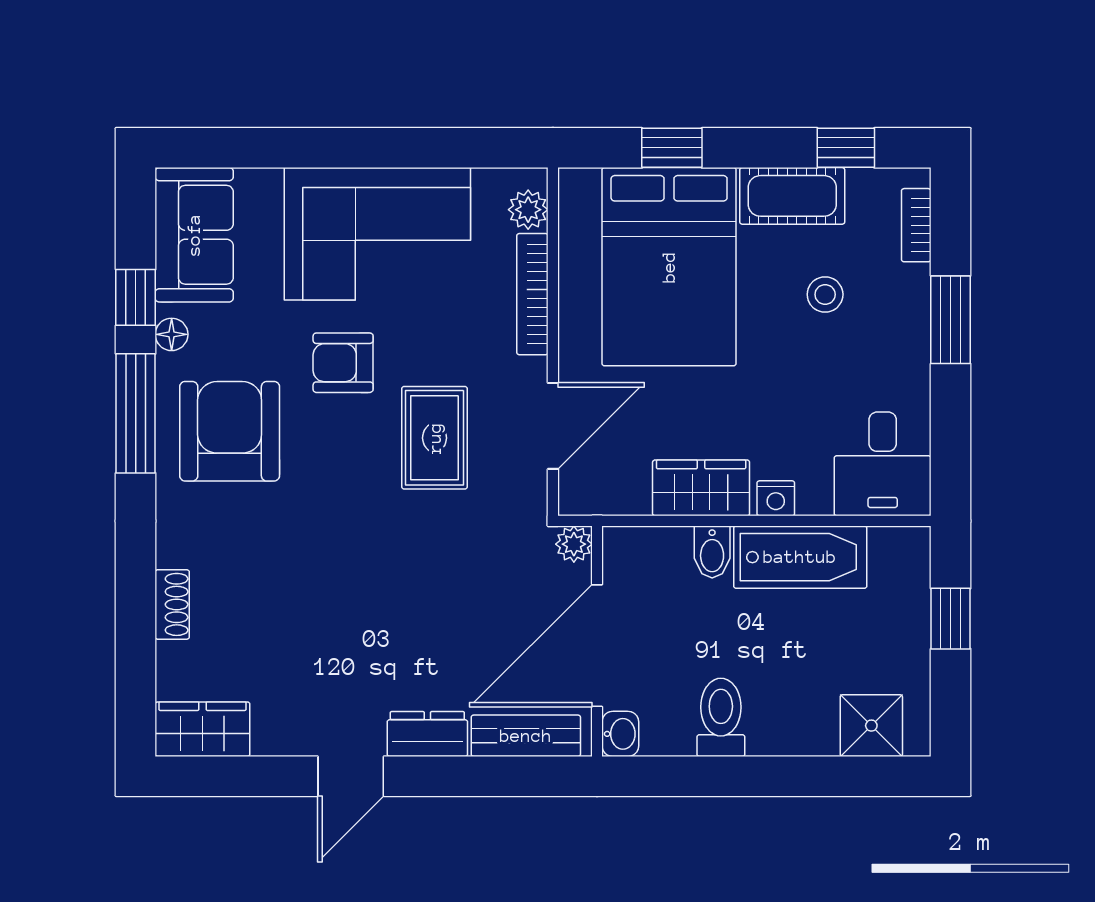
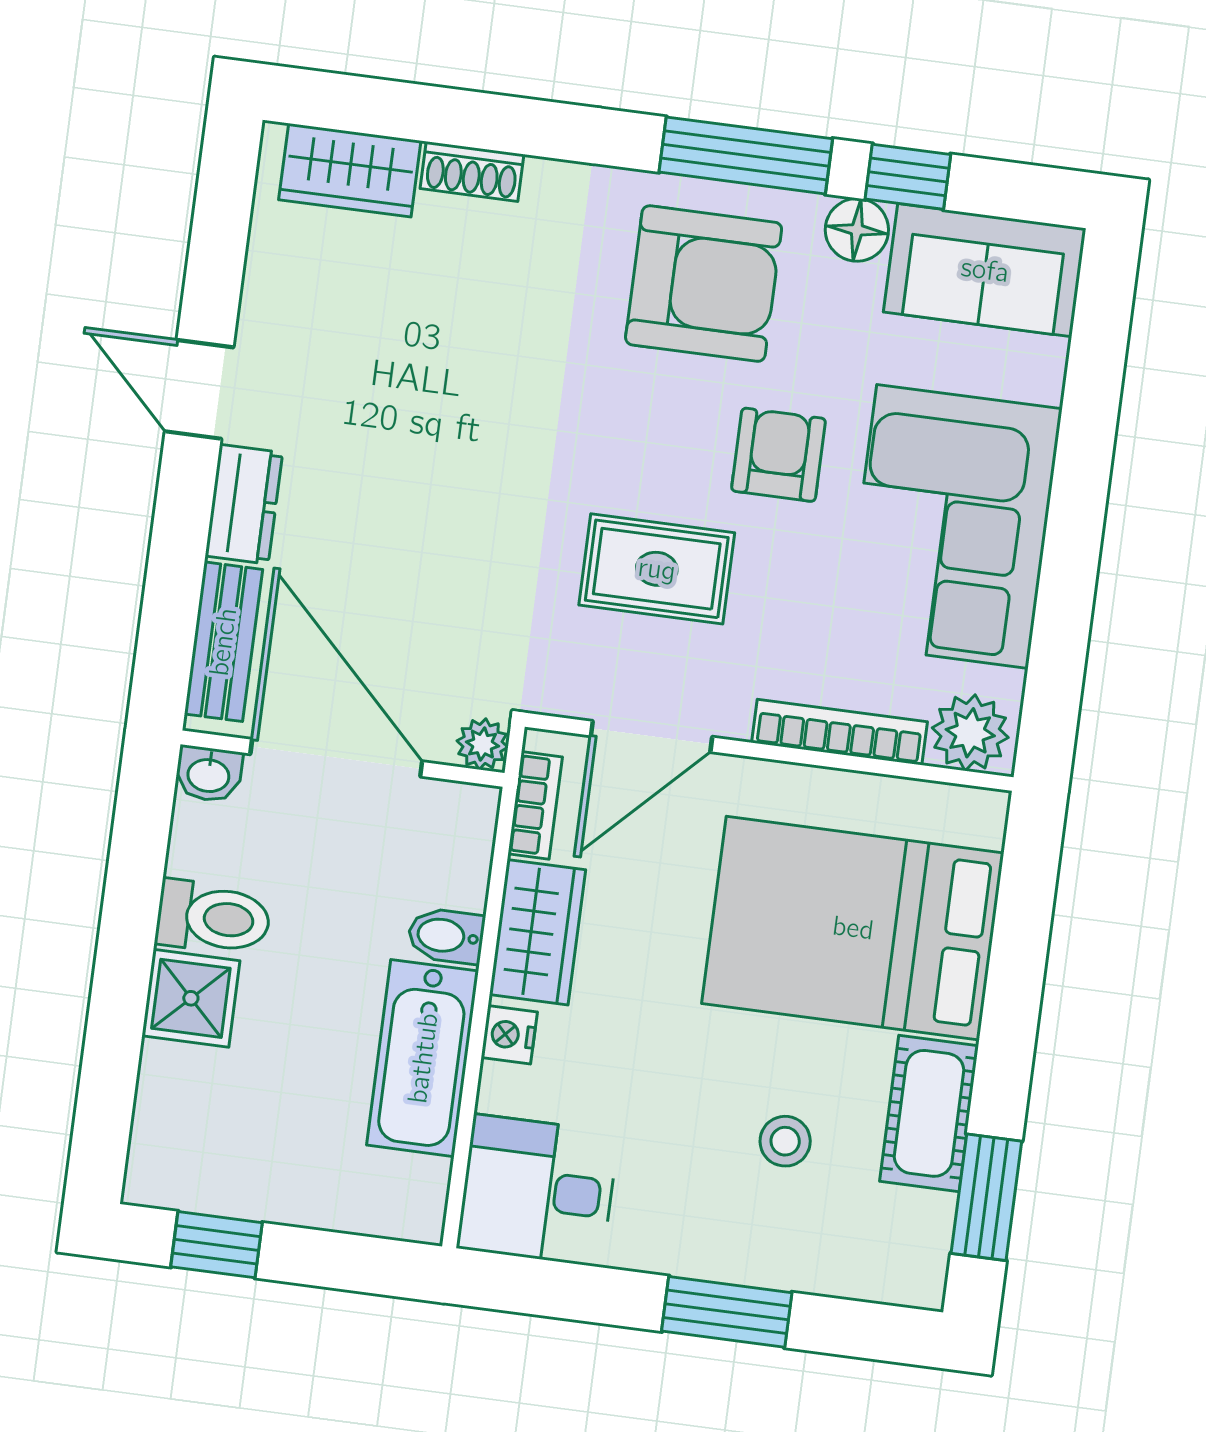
window: (672, 148) -> (1018, 954), removed
window: (846, 148) -> (986, 1197), width x1.50
plant: (528, 210) -> (970, 733), width x1.38, depth x1.38
bookcase: (916, 225) -> (535, 805), moved, turned 90
floor lamp: (172, 334) -> (857, 230), width x1.37, depth x1.37
door: (553, 426) -> (651, 736), hinge flipped
window: (951, 619) -> (217, 1245), moved
shower: (871, 726) -> (191, 998), moved
wardrobe: (202, 729) -> (350, 170), moved, turned 90

